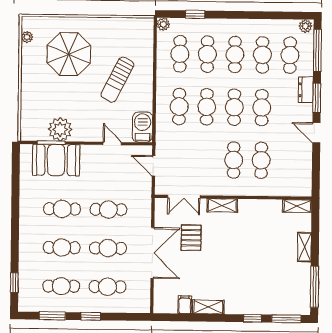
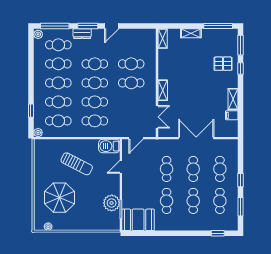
booth: (56, 160) -> (138, 220), moved, turned 90
pallet: (191, 238) -> (223, 64), moved

